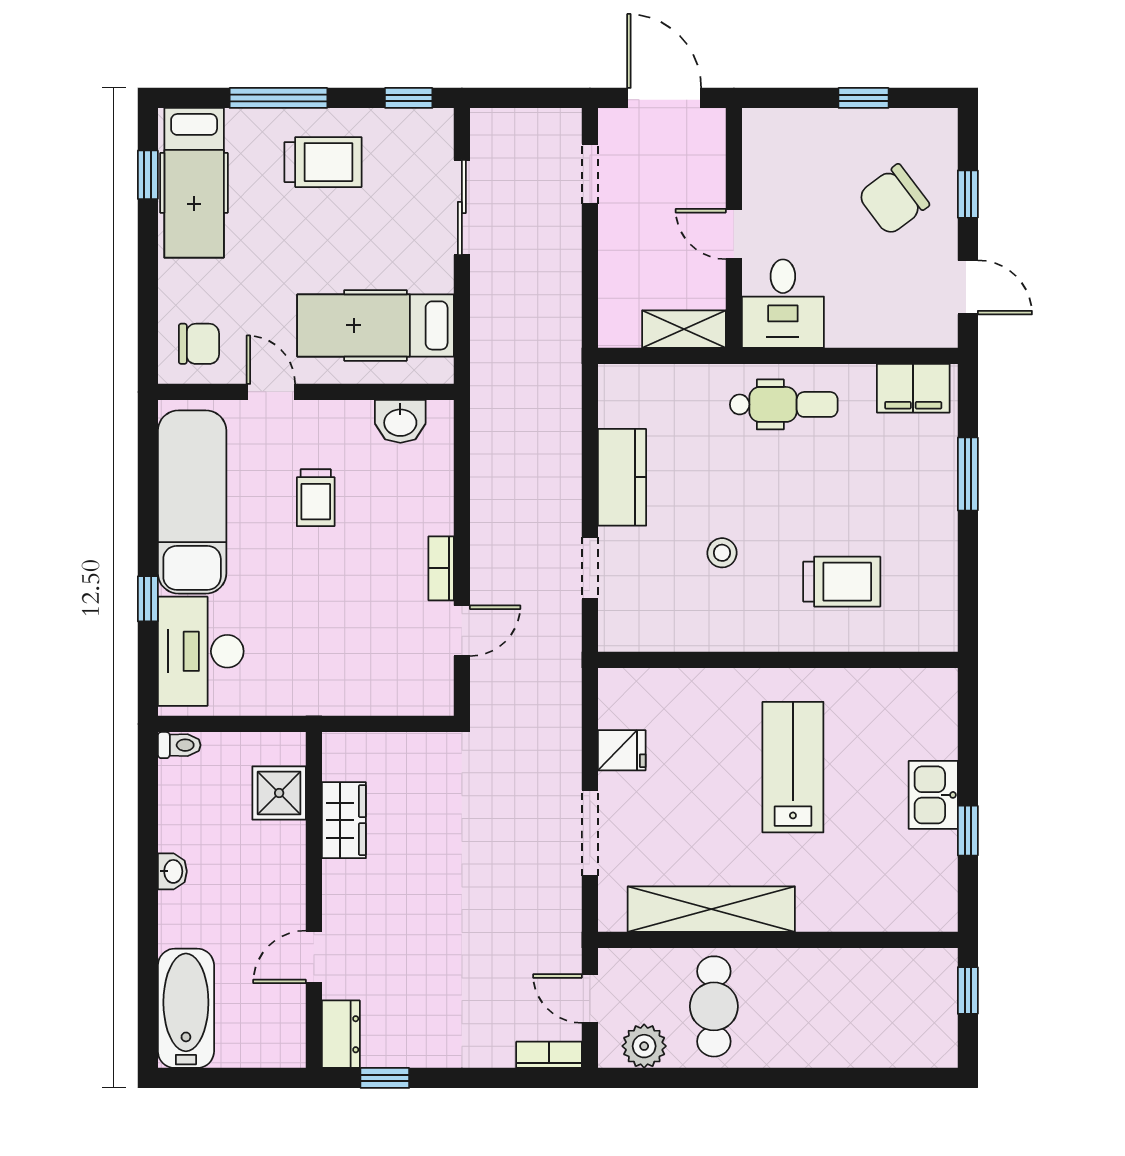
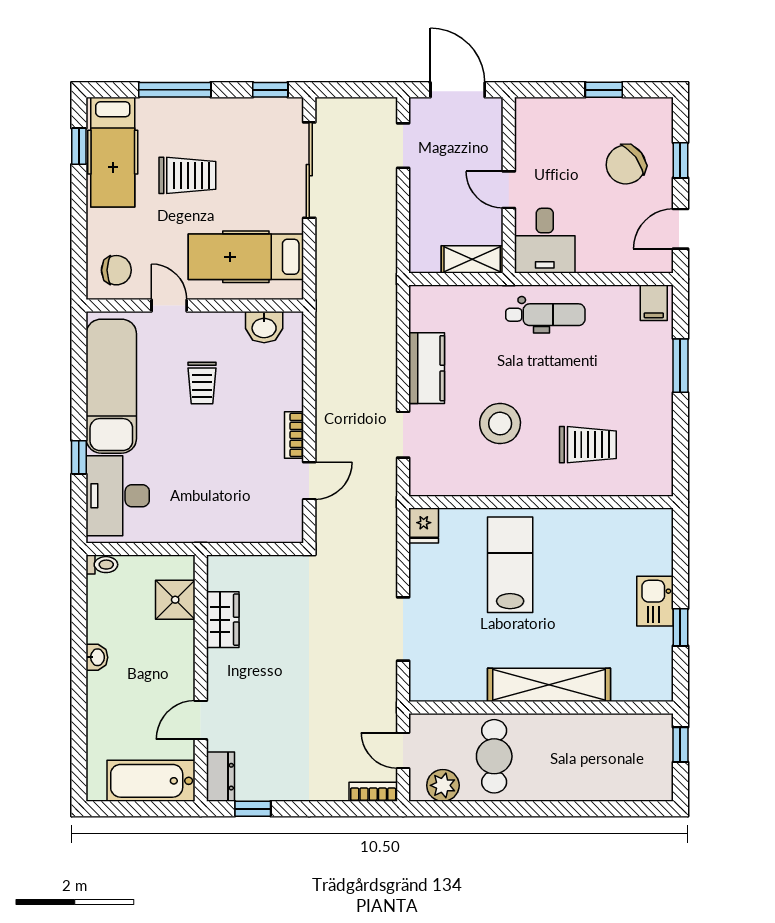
trolley: (323, 162) -> (187, 175), moved
sliding door: (462, 208) -> (309, 170), width x1.37
door: (968, 287) -> (680, 229), swing flipped
filing cabinet: (913, 388) -> (654, 303), width x0.50
stool: (722, 553) -> (500, 424), width x1.89, depth x1.89
fridge: (622, 750) -> (424, 526), moved, turned 90
lab bench: (793, 767) -> (510, 565), moved
shelving: (711, 909) -> (549, 685), moved
bathtub: (186, 1008) -> (151, 781), moved, turned -90

